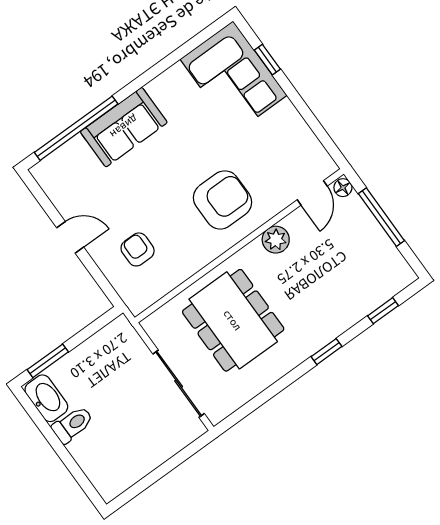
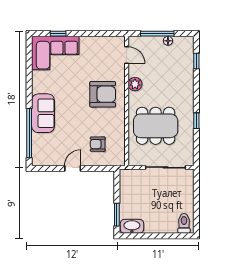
floor lamp: (343, 188) -> (168, 41), moved
armchair: (223, 200) -> (103, 94), turned 90
window: (327, 352) -> (196, 121), moved
toilet: (73, 425) -> (184, 223), moved

